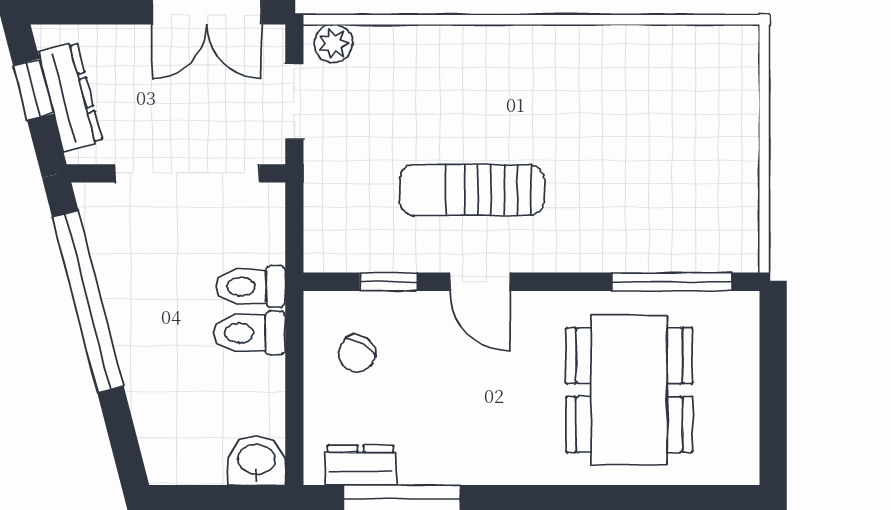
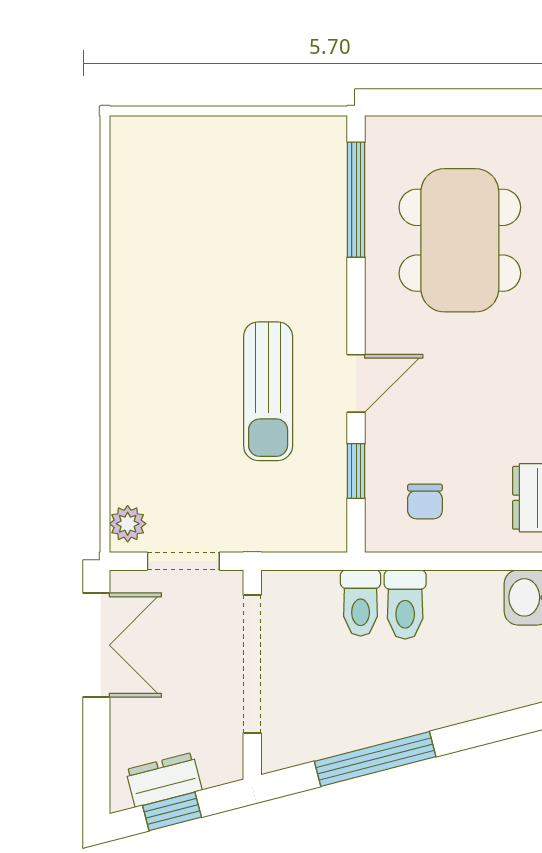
dresser: (70, 97) -> (164, 780), width x0.70
window: (88, 302) -> (375, 759), width x0.68
chair: (357, 354) -> (425, 501), turned 57
dining table: (629, 390) -> (460, 240), turned 90

